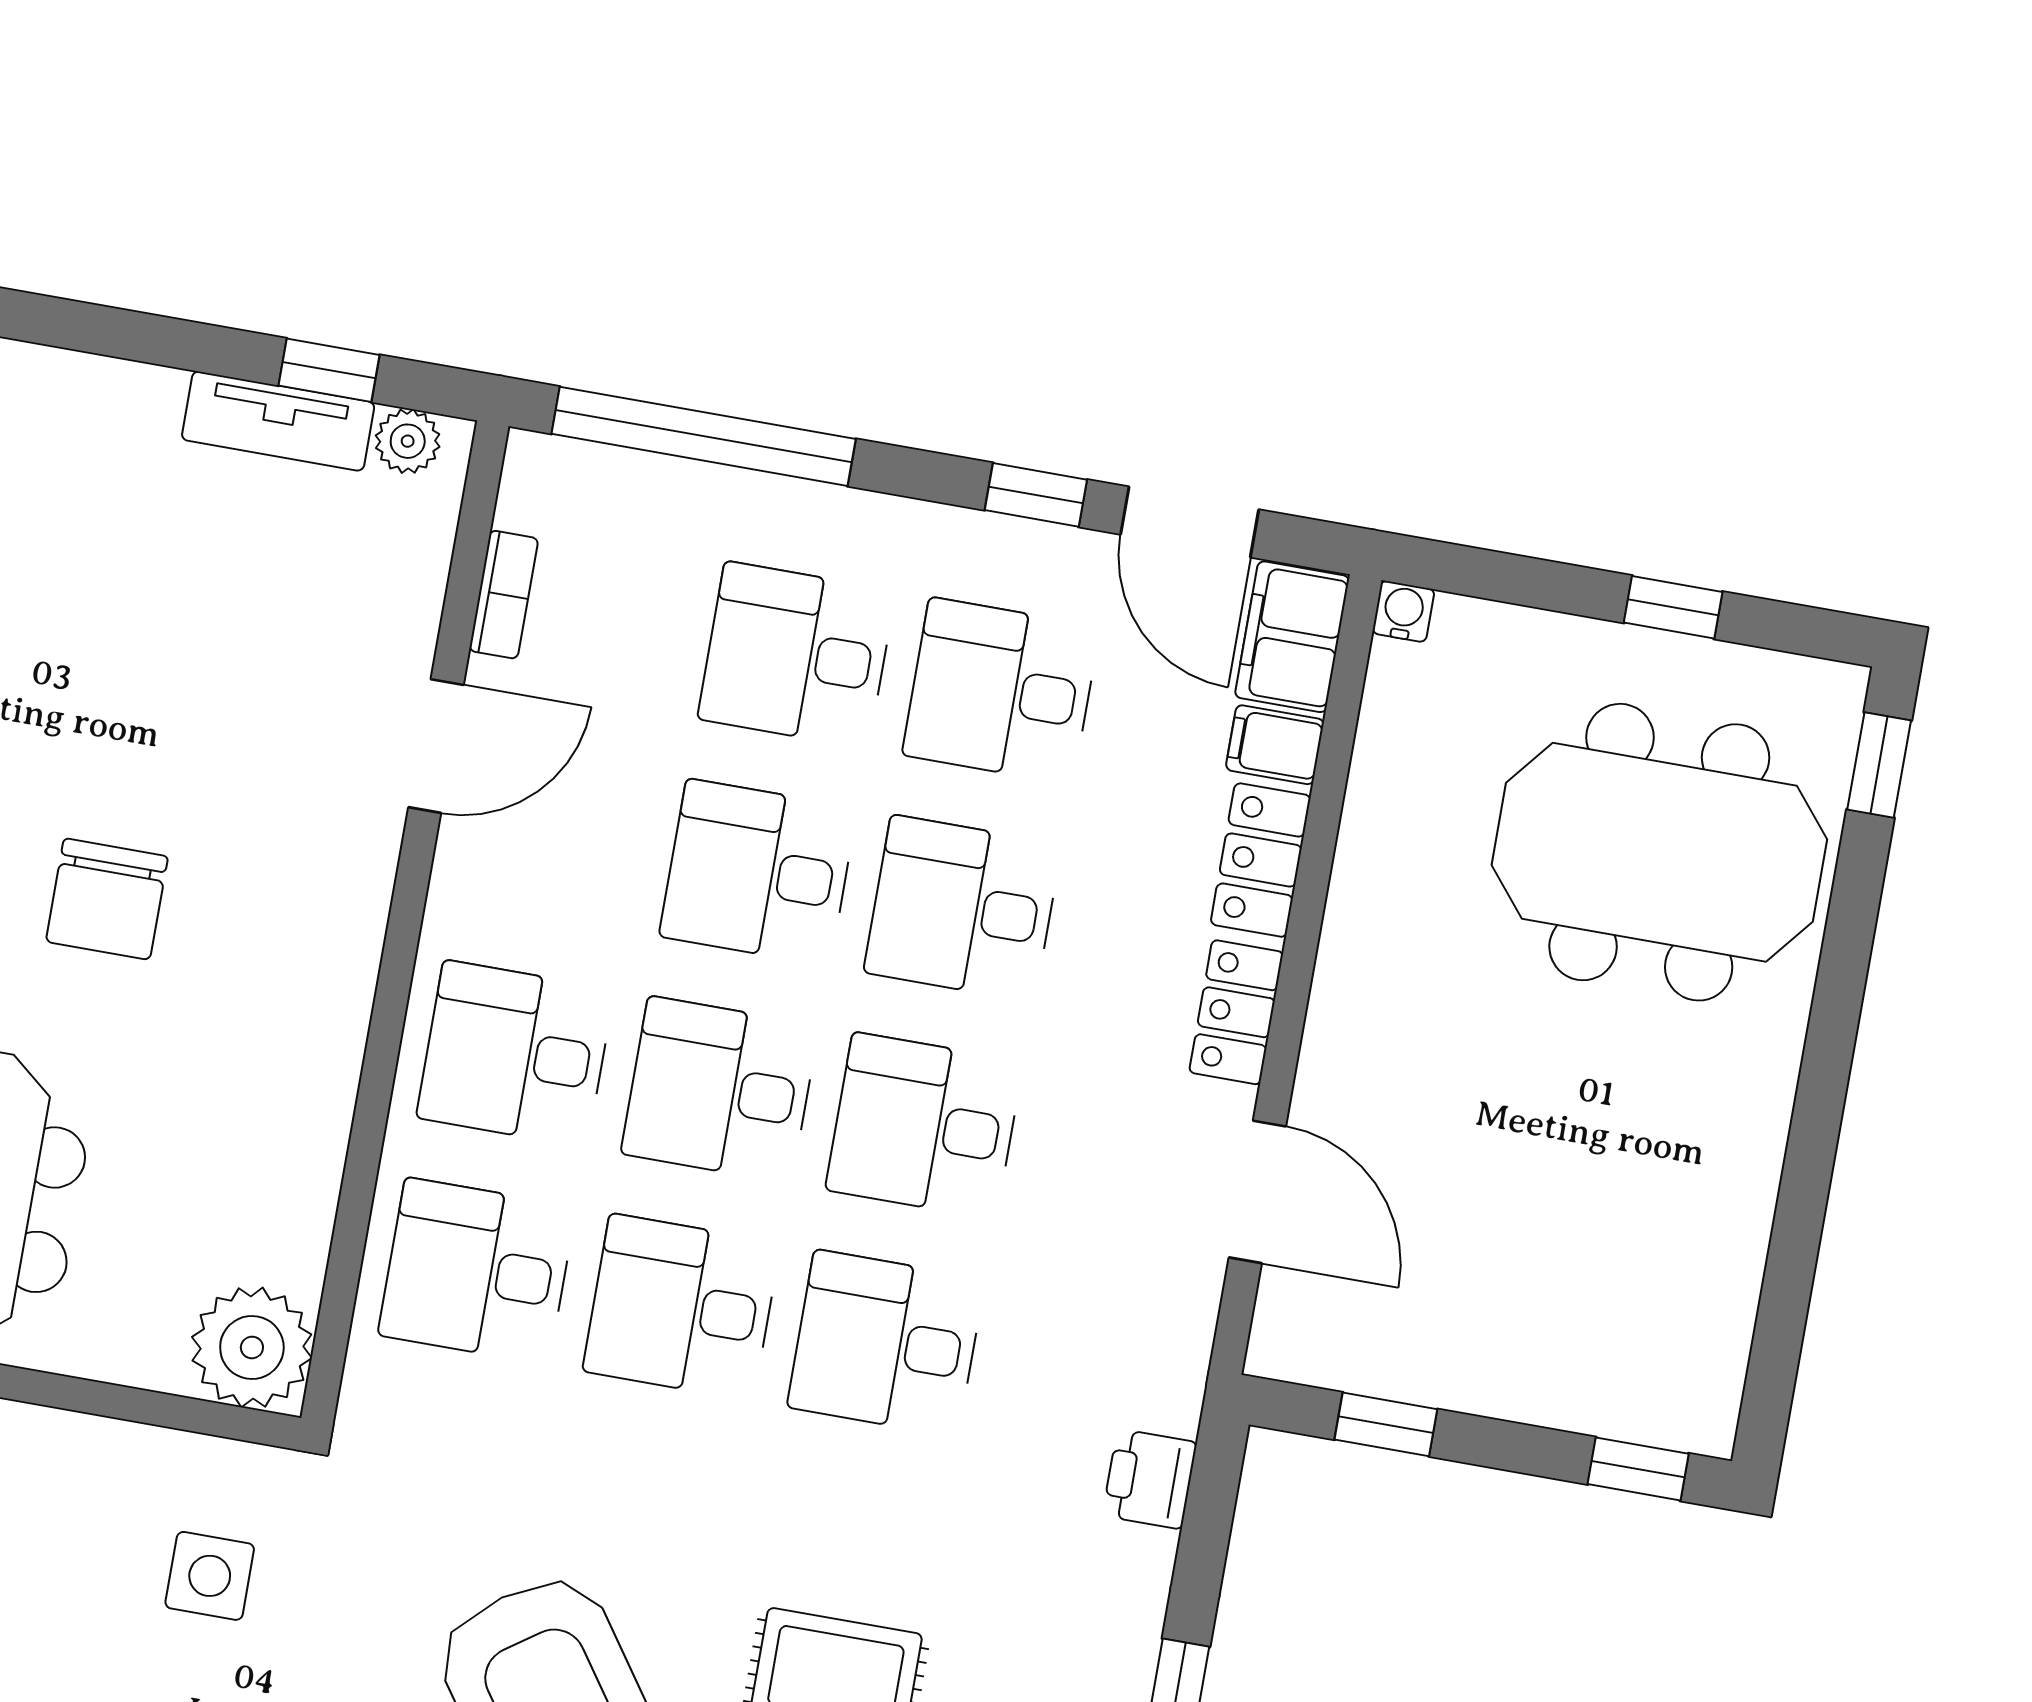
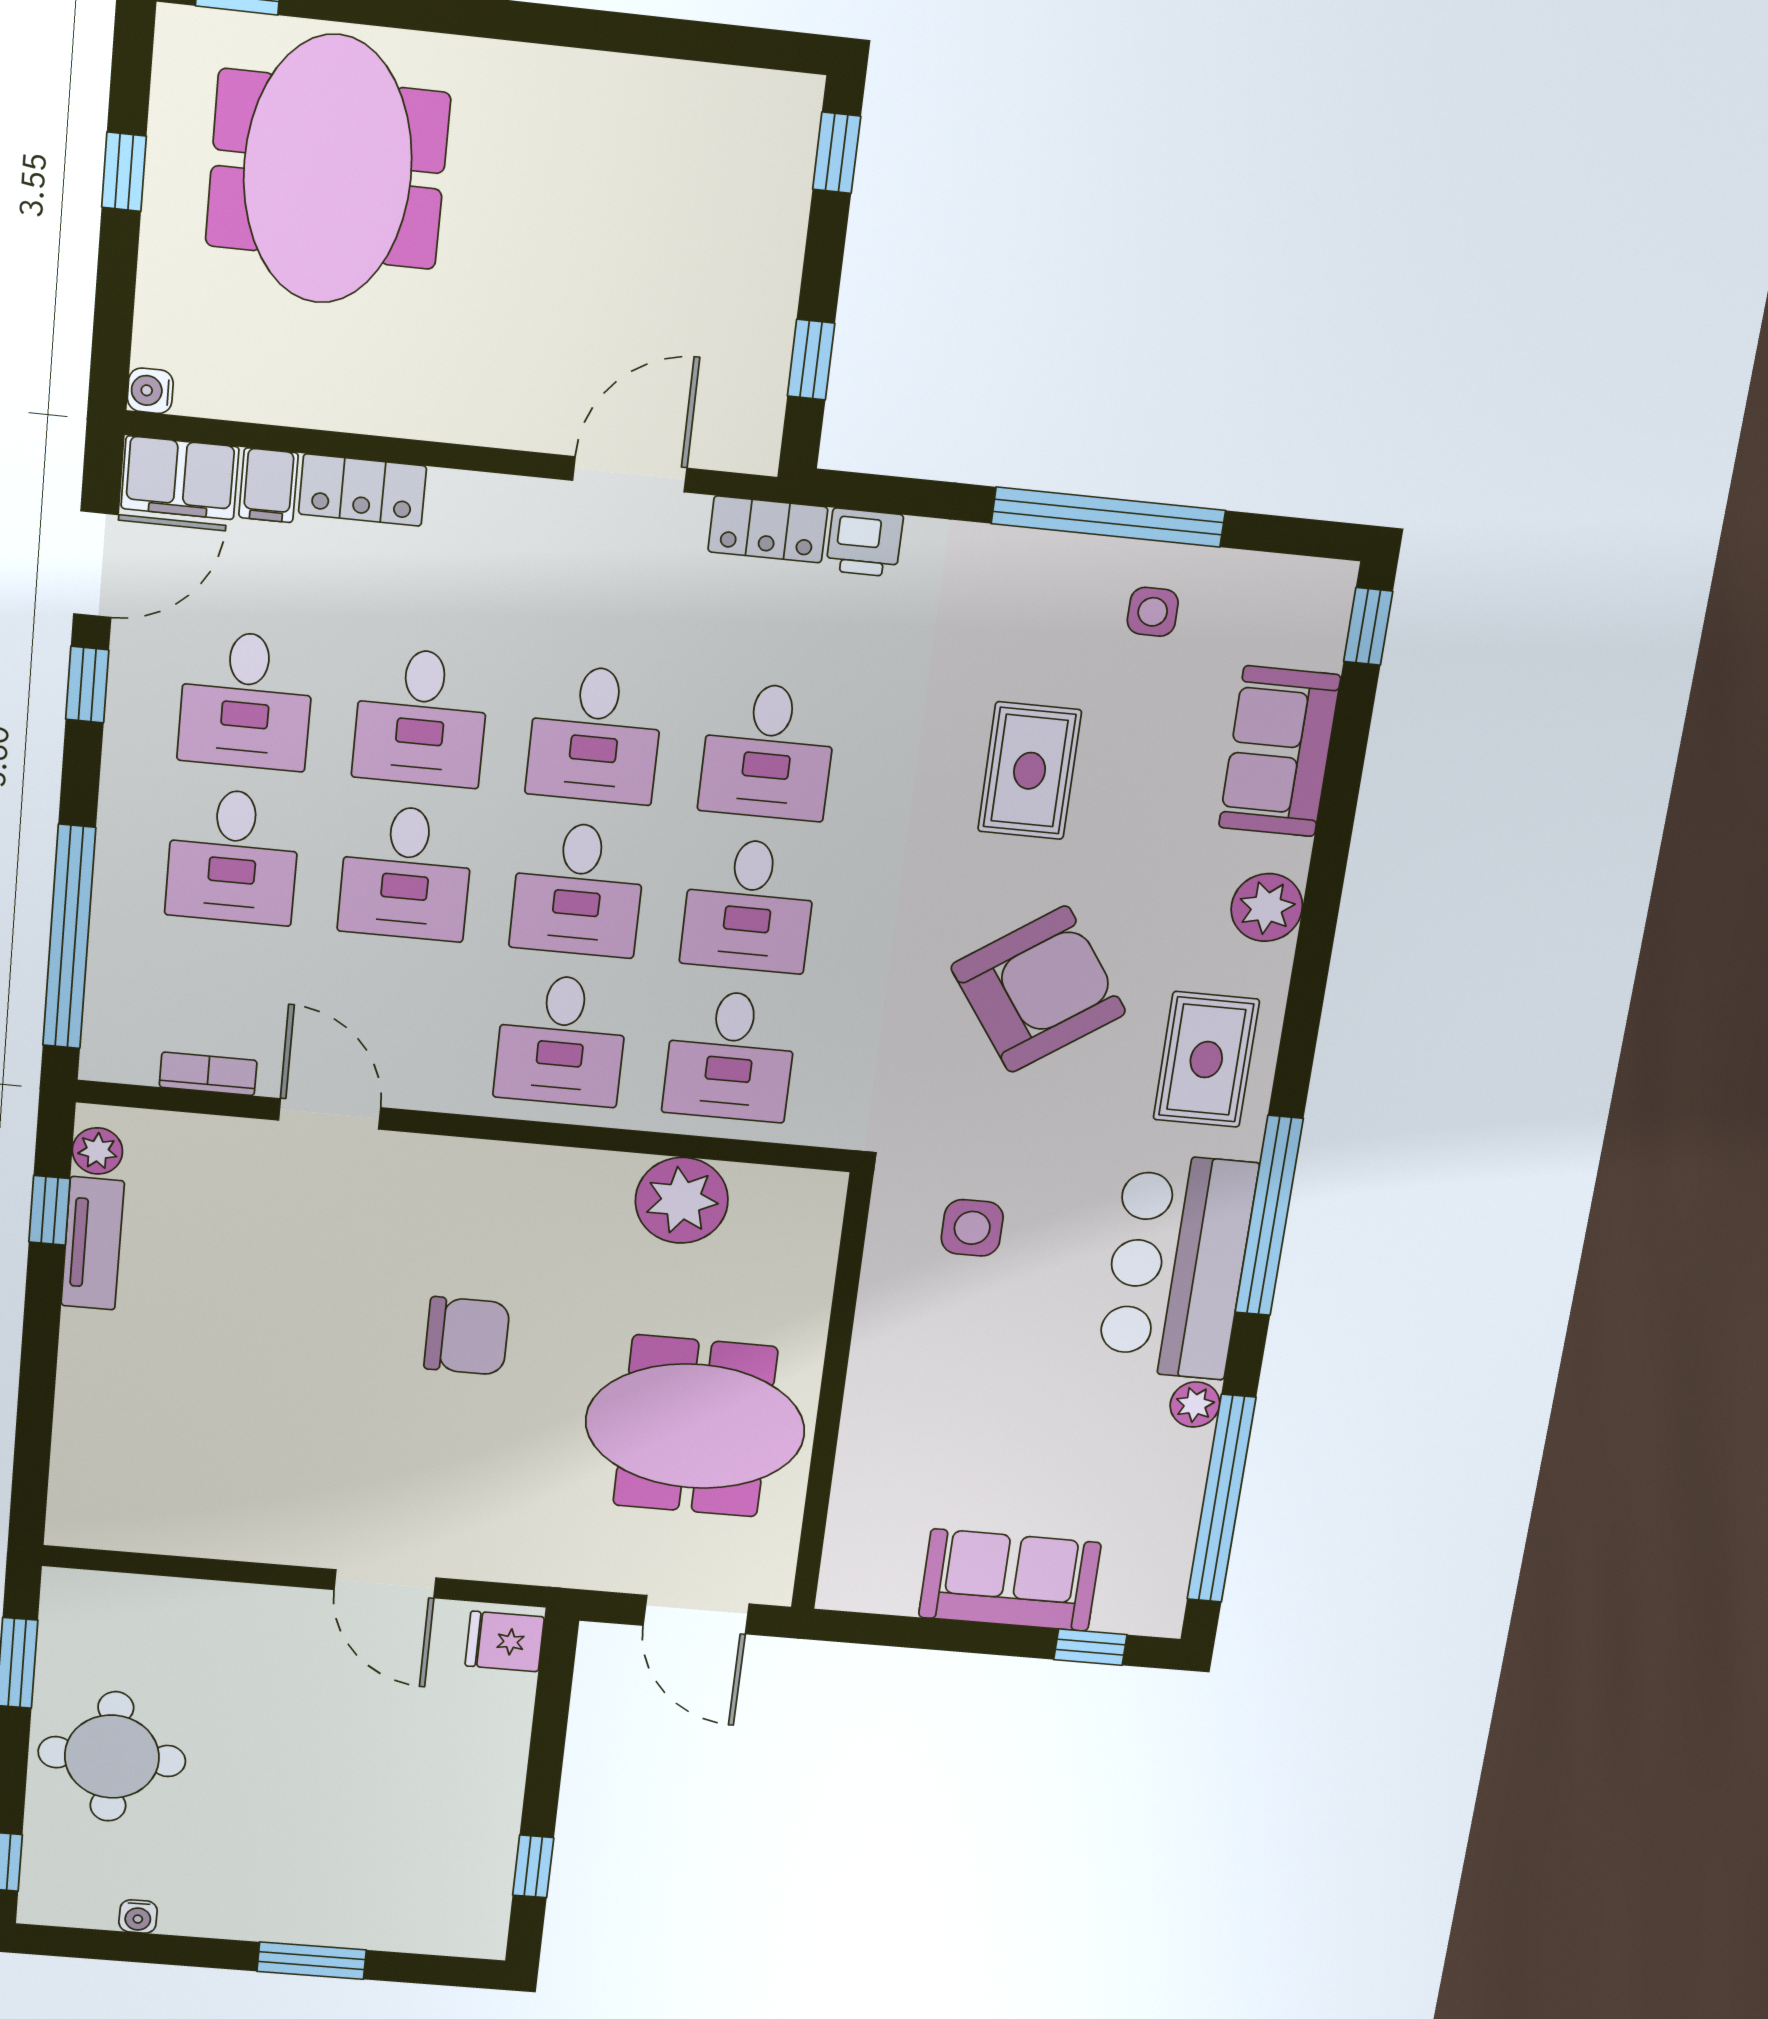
locker: (1236, 1012) -> (768, 529), moved
plant: (252, 1347) -> (682, 1200), moved

